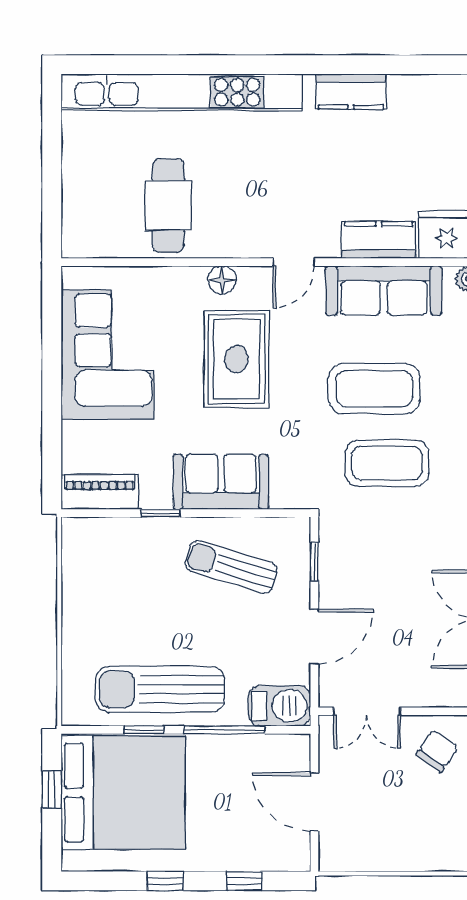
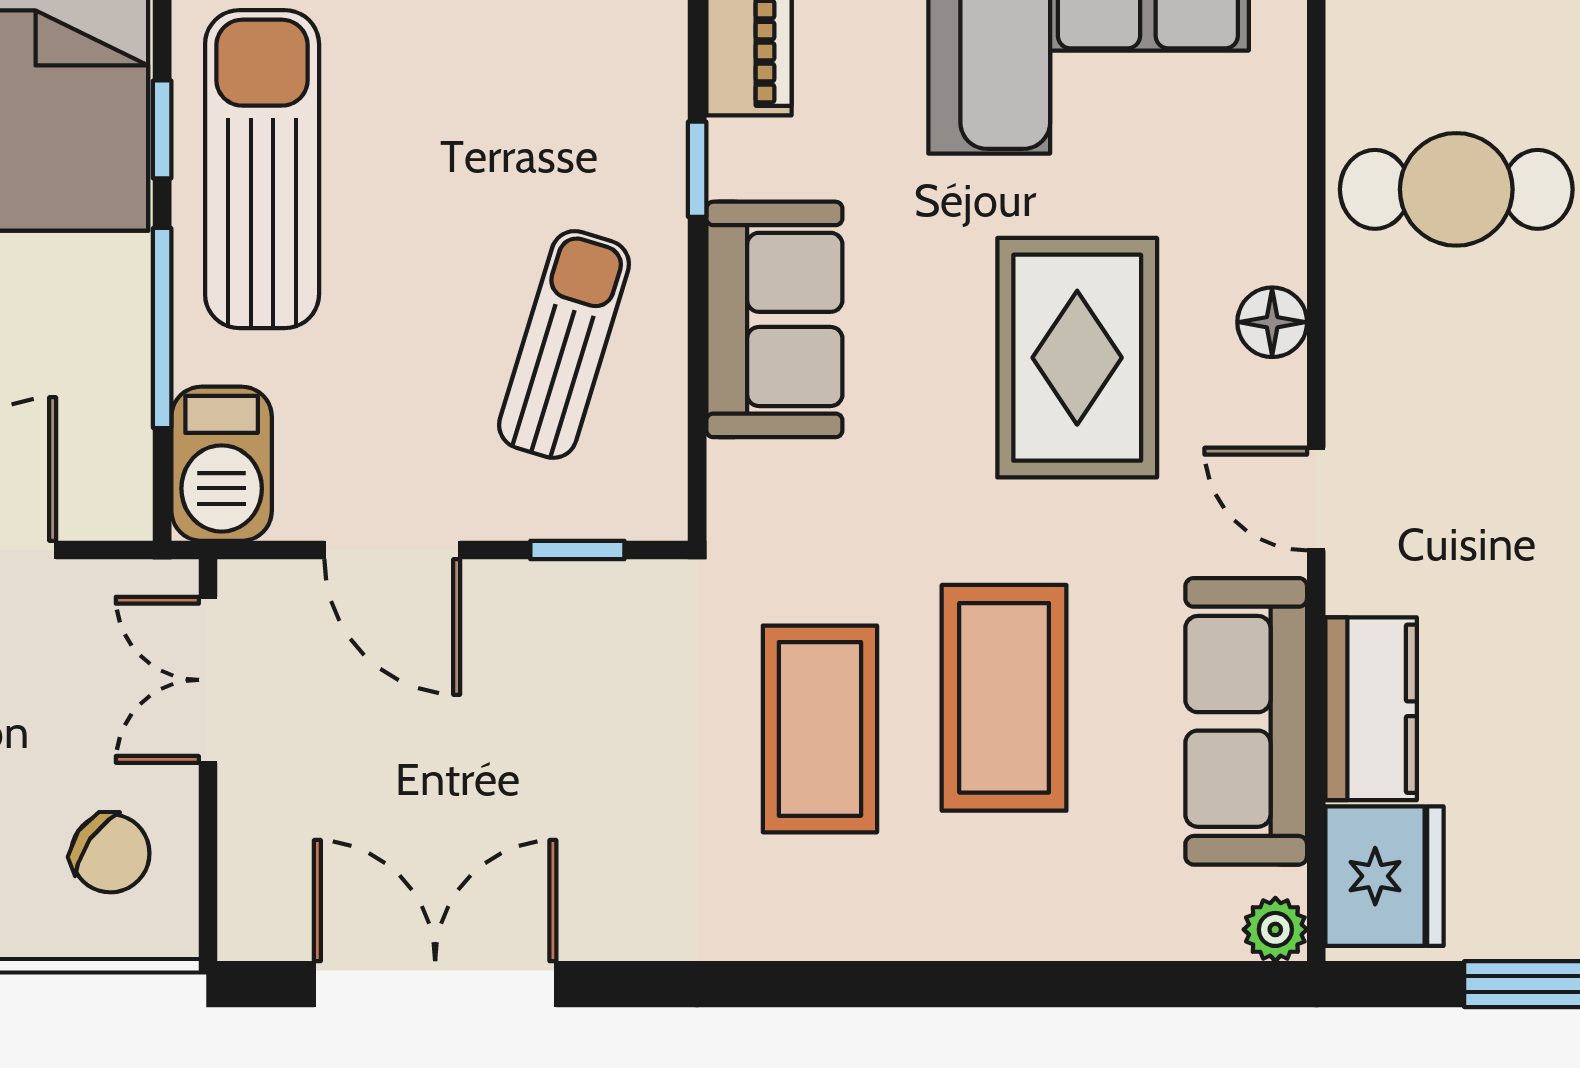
rug: (236, 359) -> (1077, 358), turned 90

